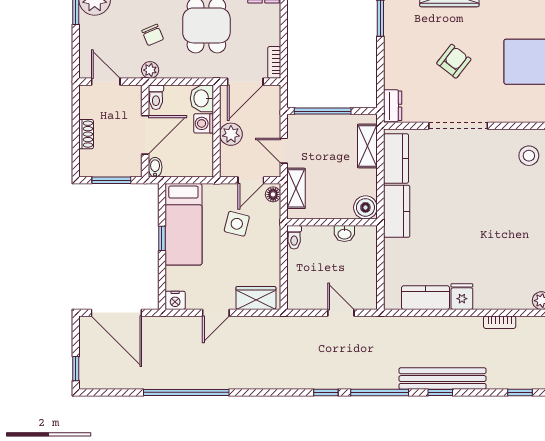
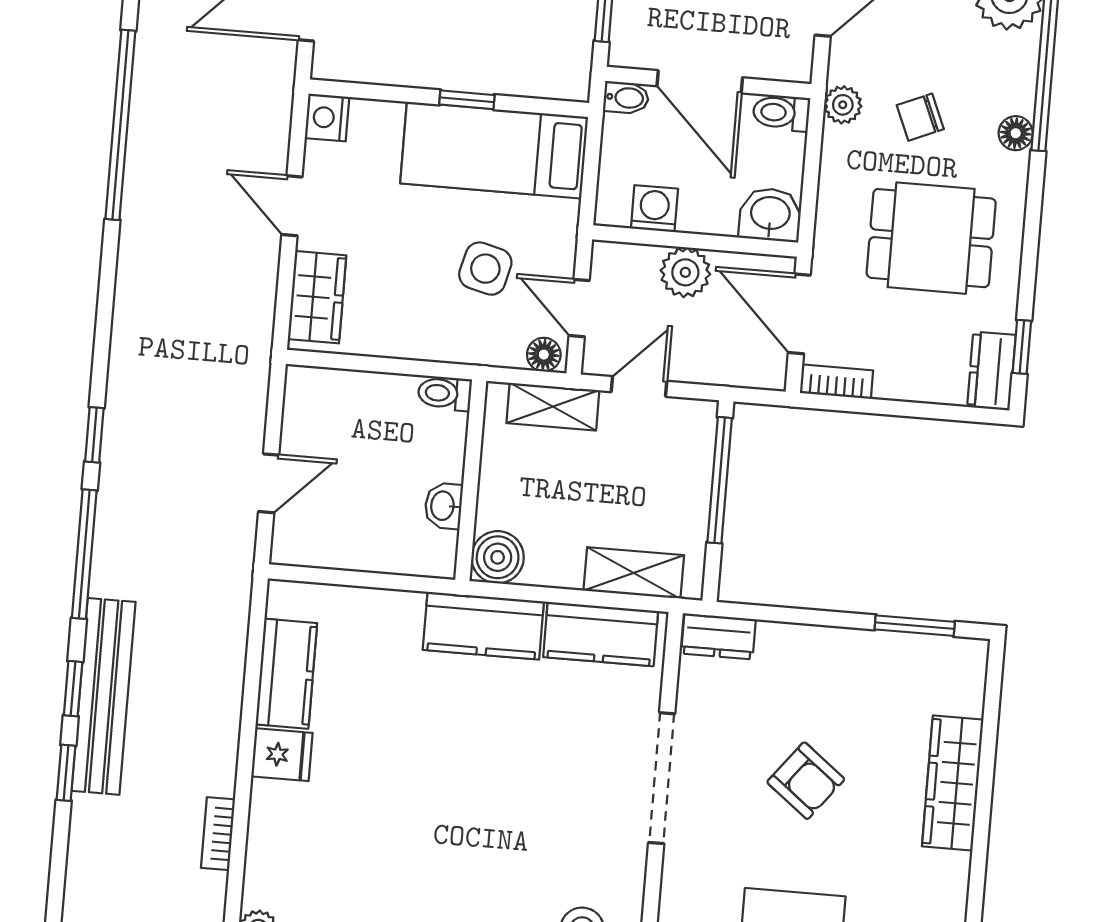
washing machine: (204, 123) -> (654, 209), moved
window: (520, 392) -> (66, 773), moved

